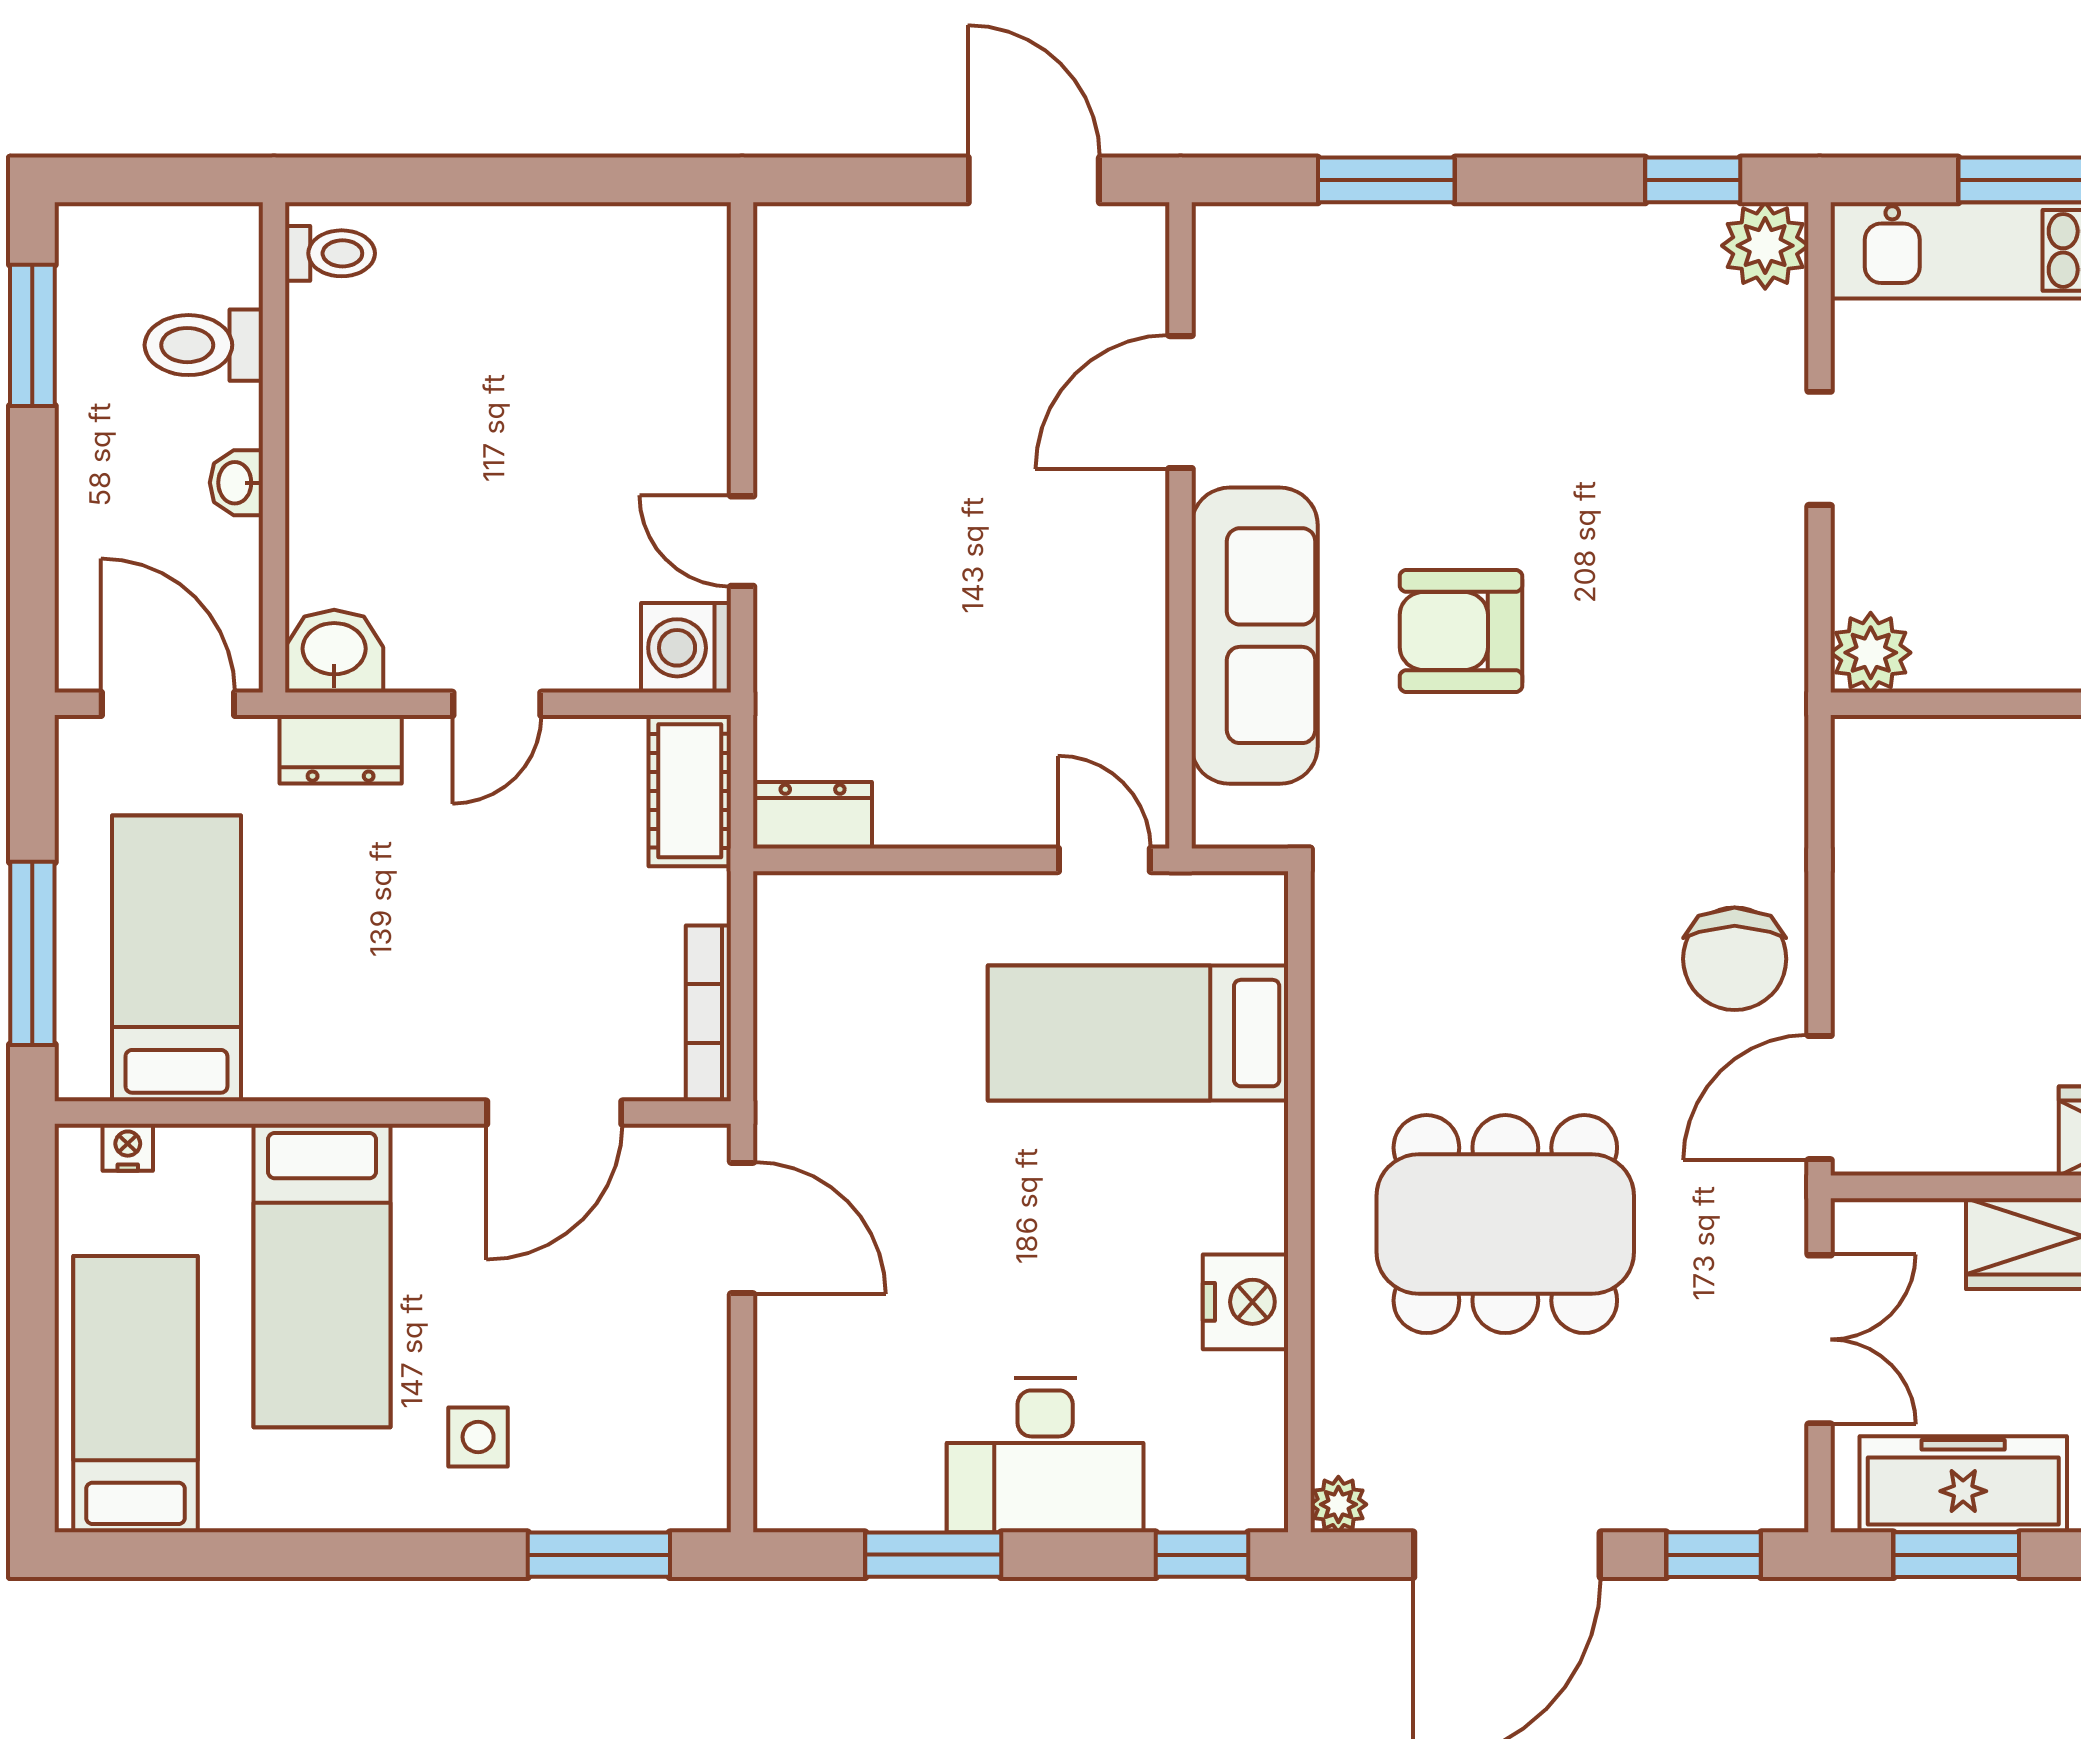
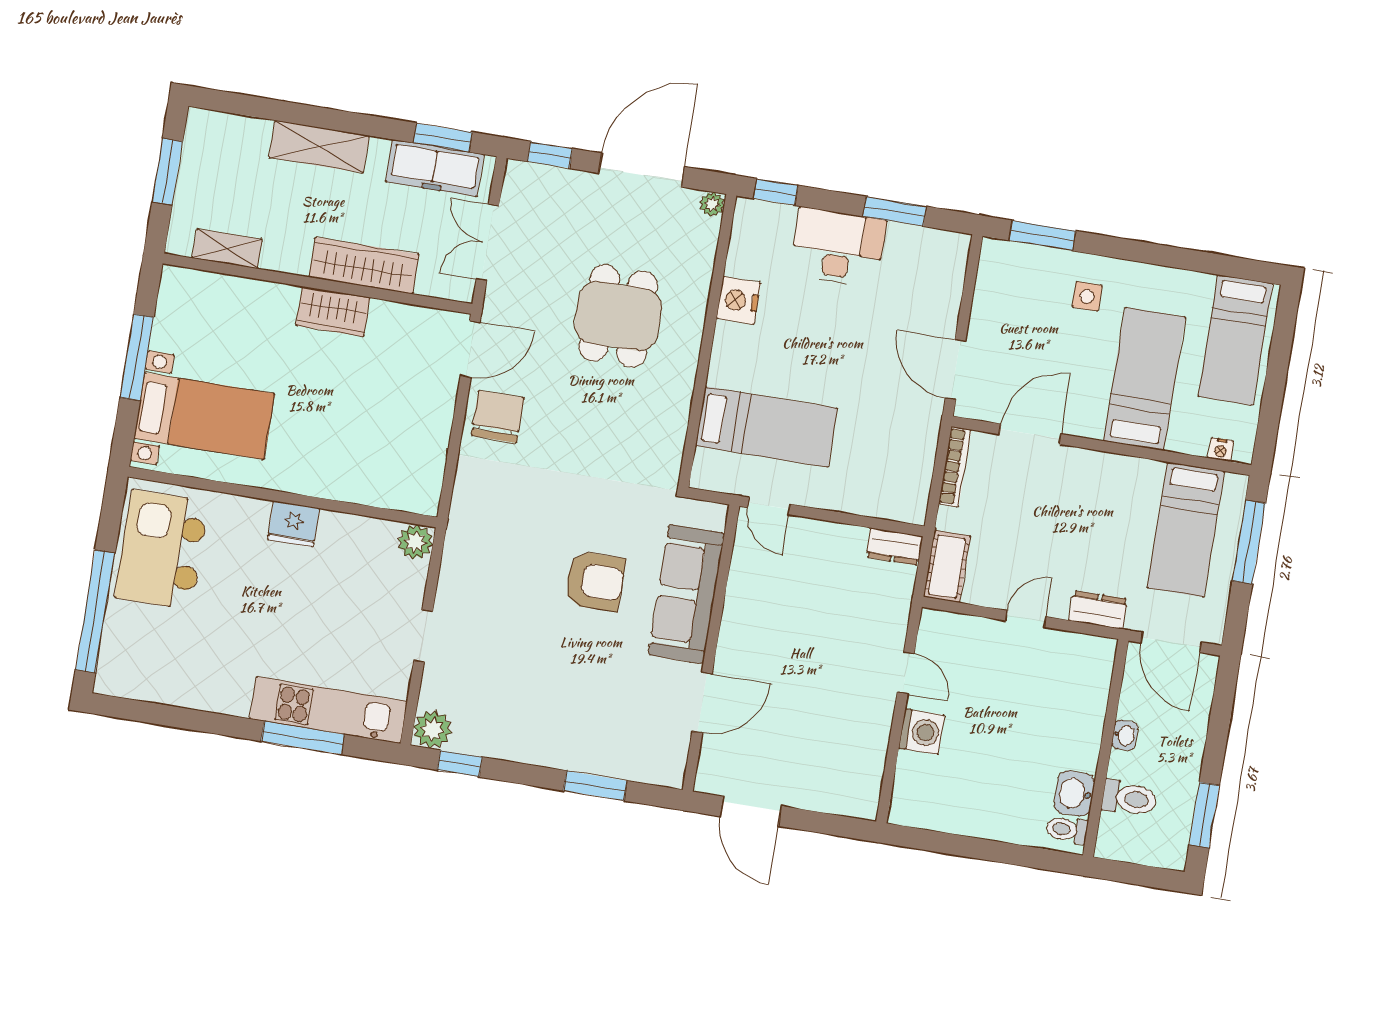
washing machine: (686, 648) -> (922, 732), moved
washbasin: (334, 651) -> (1074, 793), moved, turned 90
dining table: (1505, 1224) -> (618, 316), width x0.73

